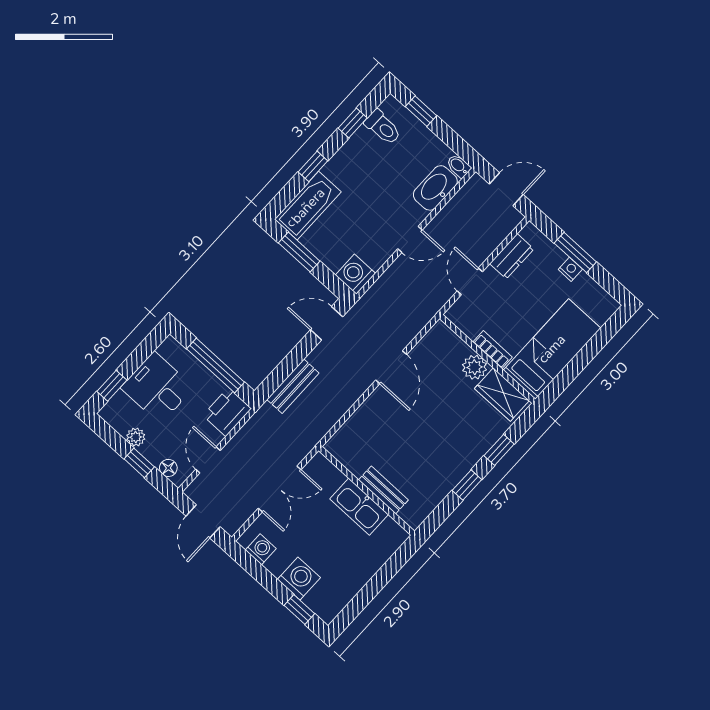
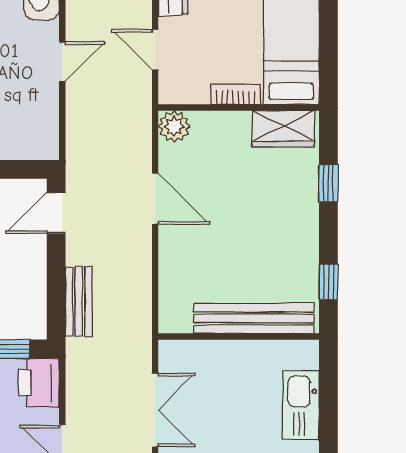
washing machine: (355, 274) -> (41, 142), removed
plant: (475, 367) -> (174, 126), moved
window: (467, 485) -> (328, 282), moved
bench: (383, 490) -> (254, 318), width x1.86, depth x1.21
kitchen sink: (359, 507) -> (301, 405), moved, turned 90

